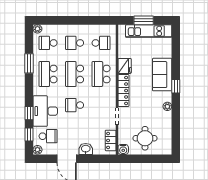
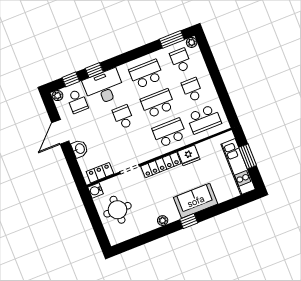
school desk: (101, 43) -> (204, 119), width x1.85
window: (29, 63) -> (172, 39), moved

